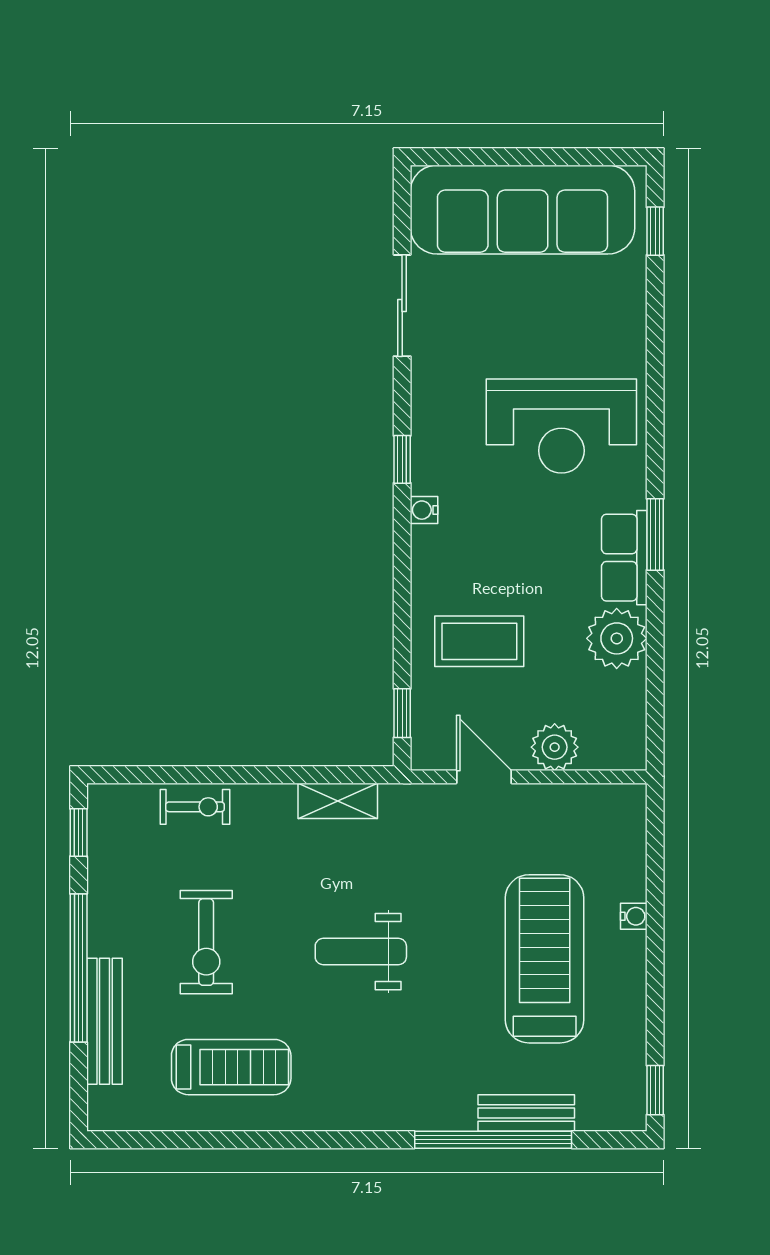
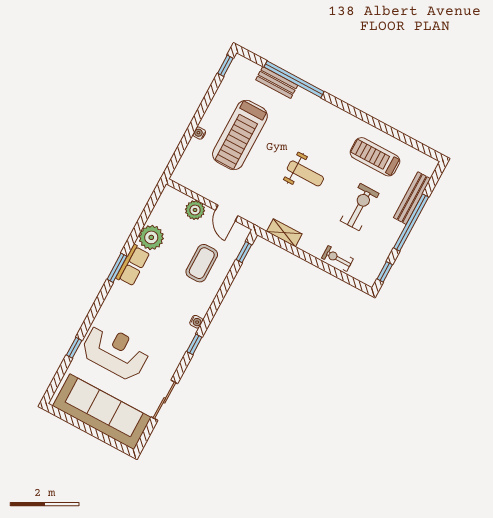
window: (655, 231) -> (74, 348), moved
reception desk: (561, 426) -> (115, 352), moved
coffee table: (479, 641) -> (202, 263), turned 90

